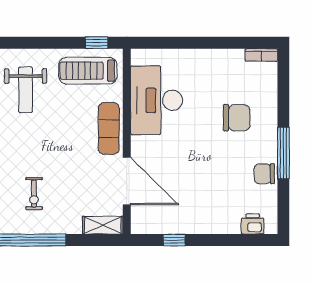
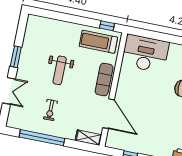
weight bench: (26, 90) -> (60, 70), moved
desk: (157, 100) -> (145, 54), moved, turned 90

